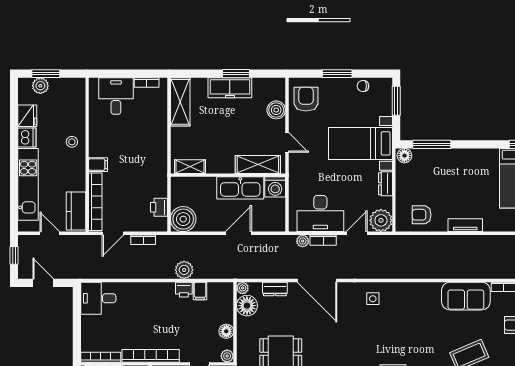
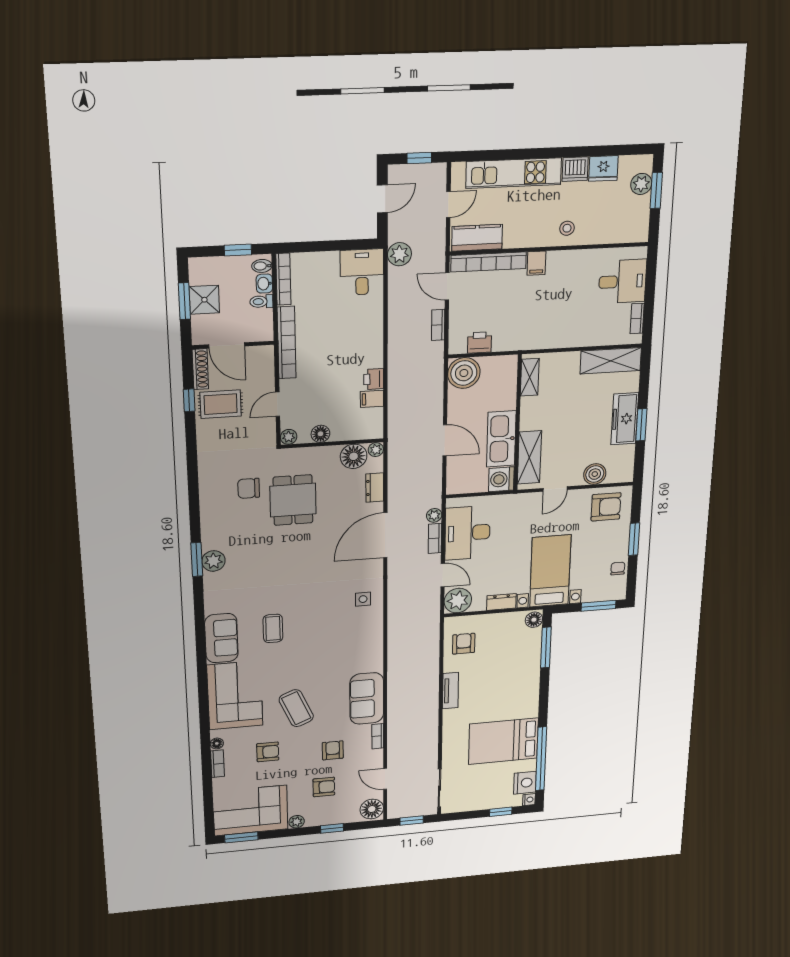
plant: (184, 270) -> (399, 254), moved

